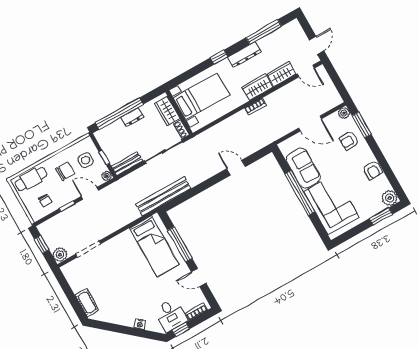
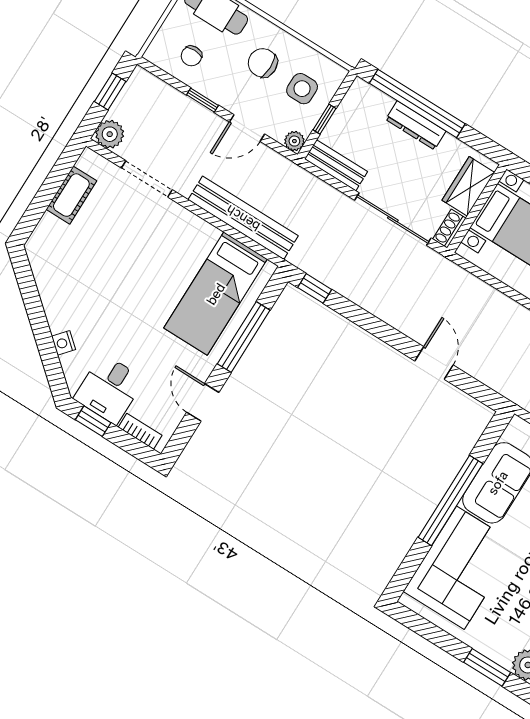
dresser: (132, 117) -> (416, 125), width x1.44
chair: (65, 171) -> (263, 63), turned 180
door: (90, 193) -> (247, 128), swing flipped
bench: (163, 196) -> (243, 218), moved
window: (175, 202) -> (315, 288), added
cot: (87, 303) -> (71, 195), moved

